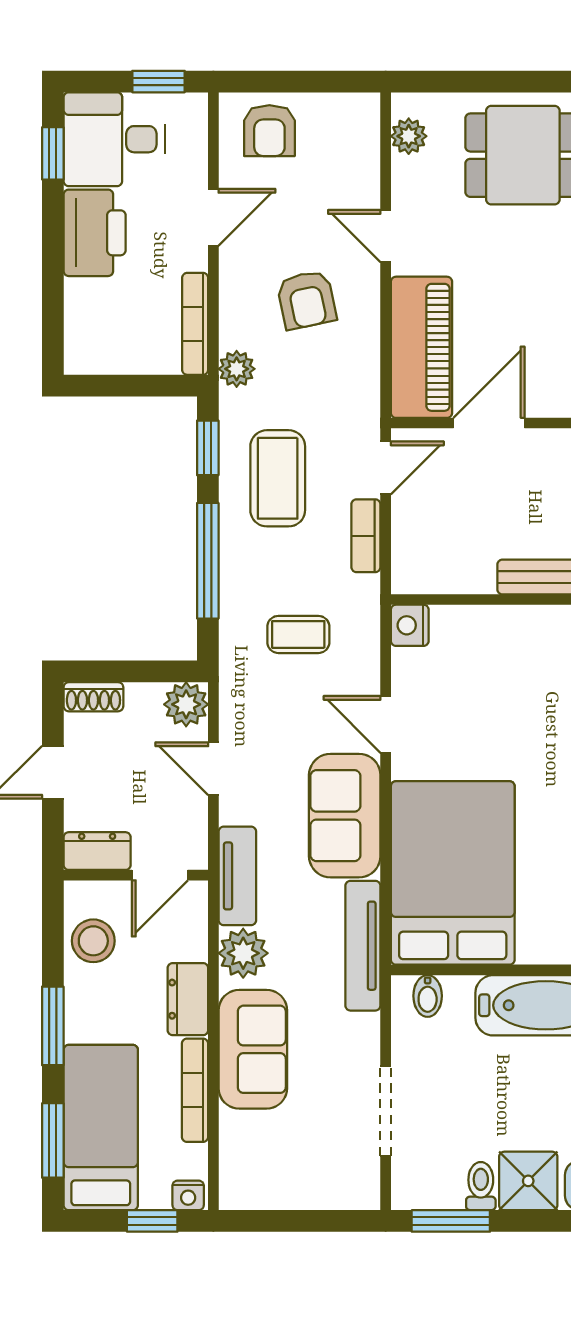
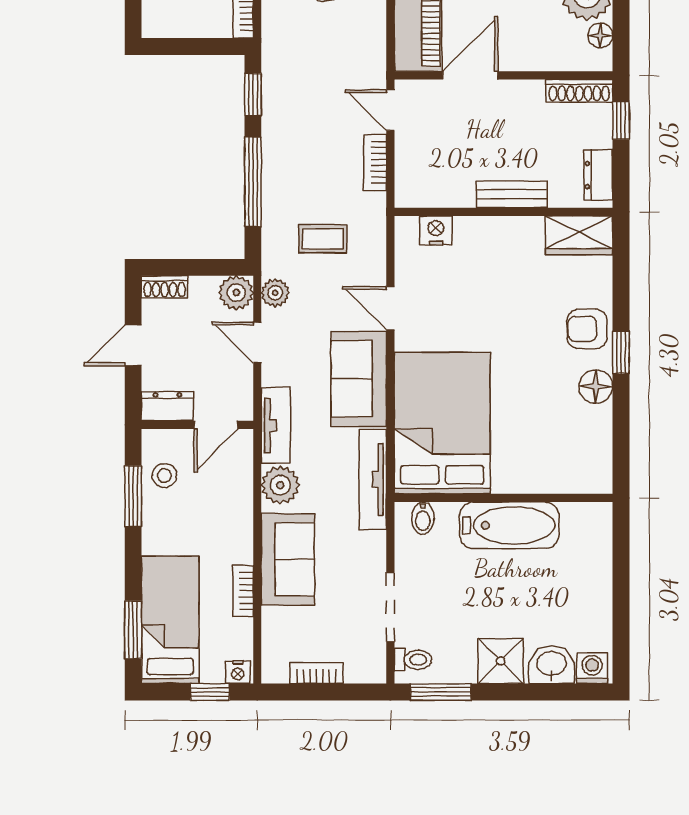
plant: (237, 369) -> (275, 293), moved
door: (386, 468) -> (390, 110), swing flipped
coffee table: (278, 478) -> (307, 118), removed
nightstand: (410, 625) -> (436, 230), moved, turned 90
stool: (93, 941) -> (164, 476), width x0.73, depth x0.73
dresser: (188, 999) -> (238, 521), removed
window: (53, 1026) -> (133, 496), moved
bookcase: (195, 1090) -> (243, 591), width x0.64
toilet: (481, 1186) -> (413, 660), moved, turned 90
bookcase: (290, 1196) -> (317, 673), added

